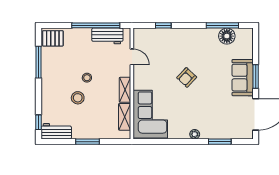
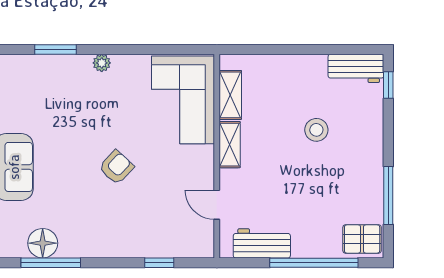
window: (96, 25) -> (314, 263), moved
stool: (87, 78) -> (299, 167), removed
window: (88, 142) -> (298, 49), removed

